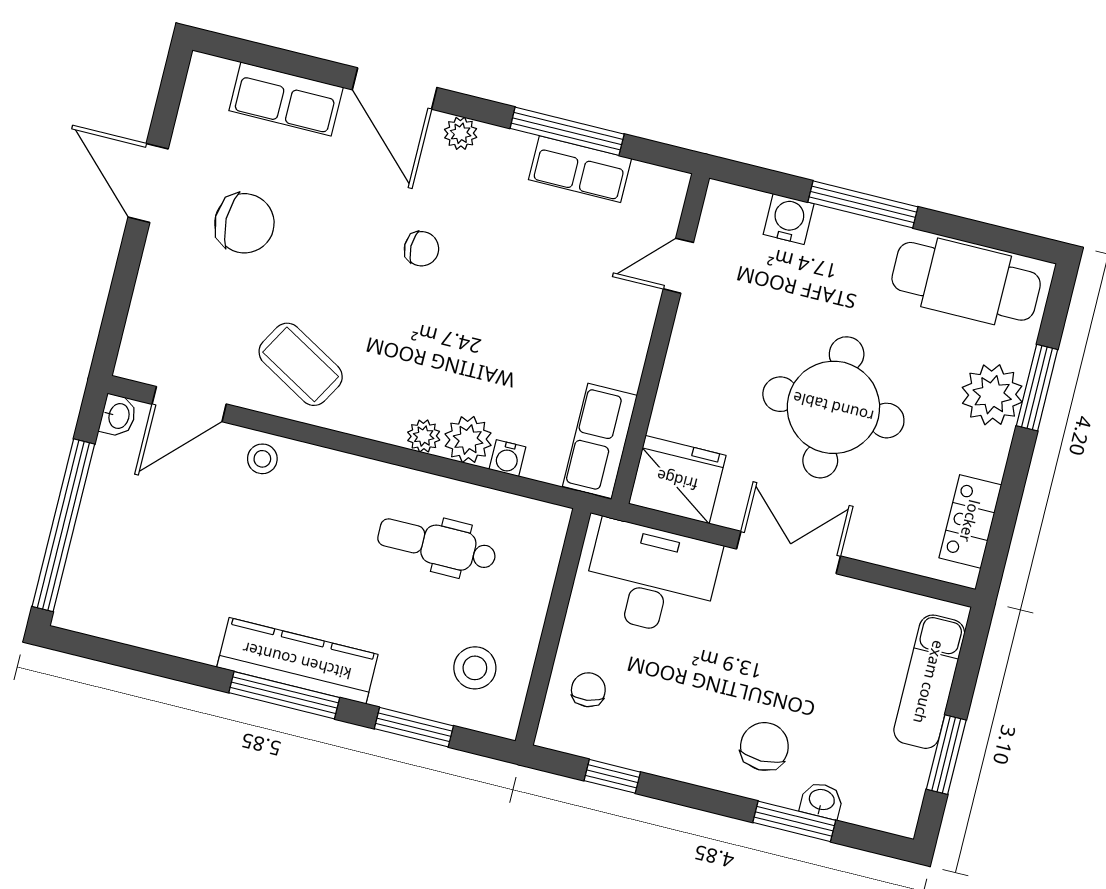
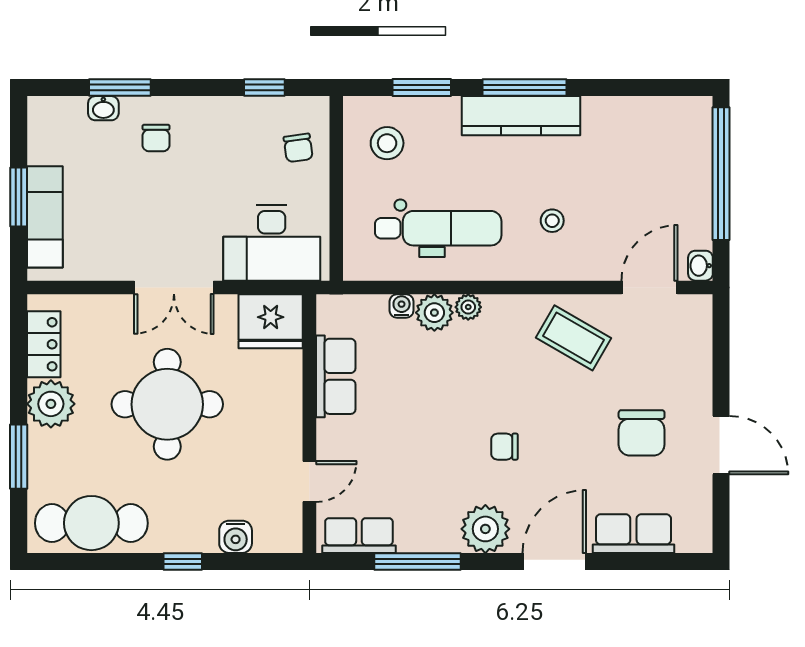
door: (395, 89) -> (554, 561), hinge flipped
plant: (461, 133) -> (485, 529), width x1.88, depth x1.88
row of seats: (580, 169) -> (359, 536), moved
window: (863, 204) -> (183, 561), width x0.46
chair: (244, 223) -> (642, 433), turned -90
plant: (992, 395) -> (51, 404), moved
row of seats: (600, 441) -> (336, 376), moved
stool: (262, 459) -> (552, 221), moved
dental chair: (437, 545) -> (438, 228), width x1.36, depth x1.38
chair: (764, 746) -> (156, 138), width x0.73, depth x0.73
window: (946, 755) -> (19, 197), moved

